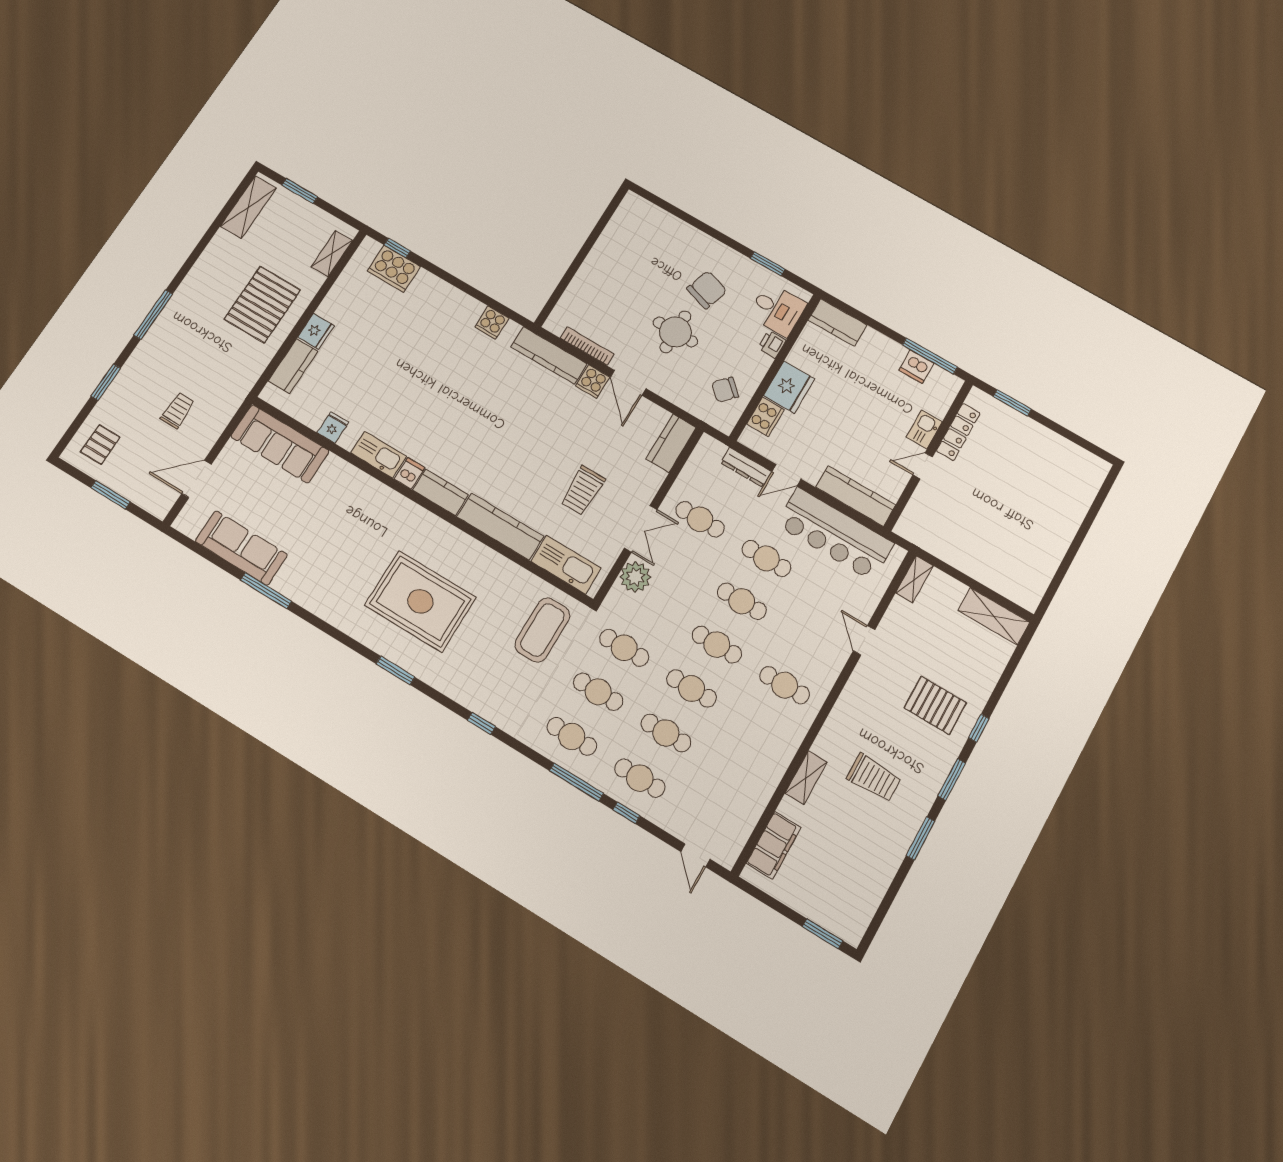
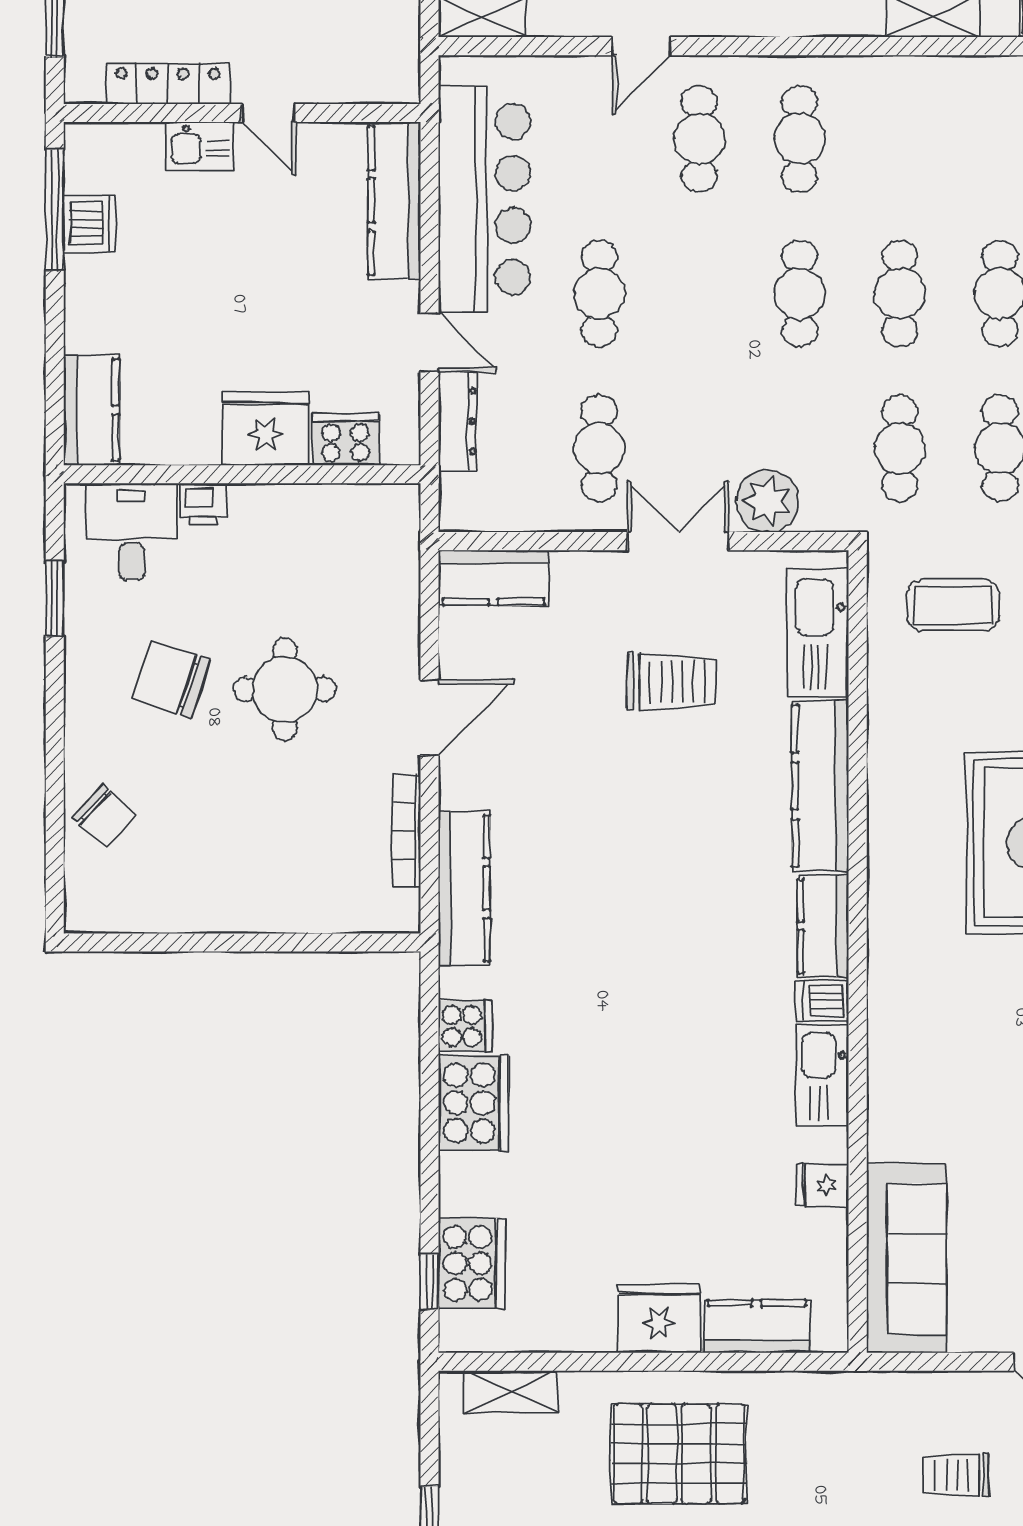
fridge: (316, 331) -> (659, 1318), width x1.36, depth x1.34
cooker: (593, 382) -> (474, 1103), moved, width x1.87, depth x1.31
chair: (725, 390) -> (104, 816), moved
cafe table: (742, 601) -> (699, 139), moved
coffee table: (542, 630) -> (953, 605), width x0.73, depth x0.76

